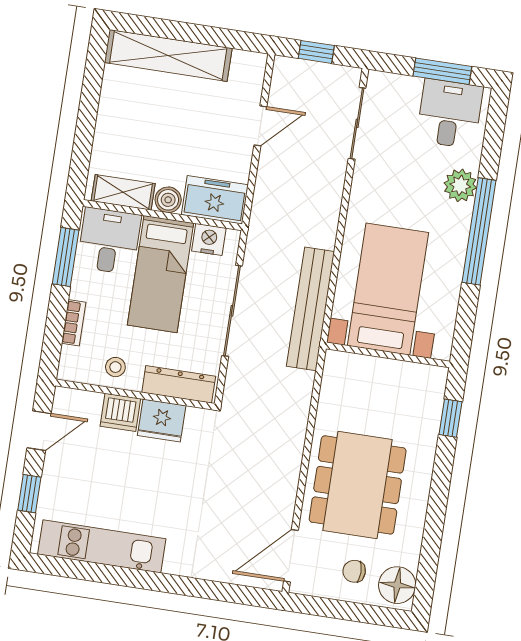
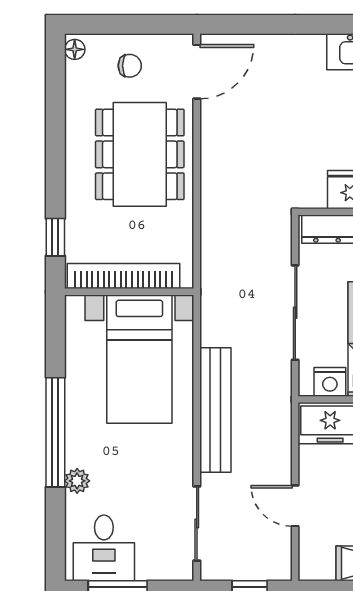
door: (260, 126) -> (295, 506), hinge flipped
plant: (460, 185) -> (77, 481), width x0.73, depth x0.73
bench: (310, 309) -> (215, 410), moved
bookcase: (391, 371) -> (123, 276), added
floor lamp: (397, 585) -> (75, 49), width x0.53, depth x0.53

